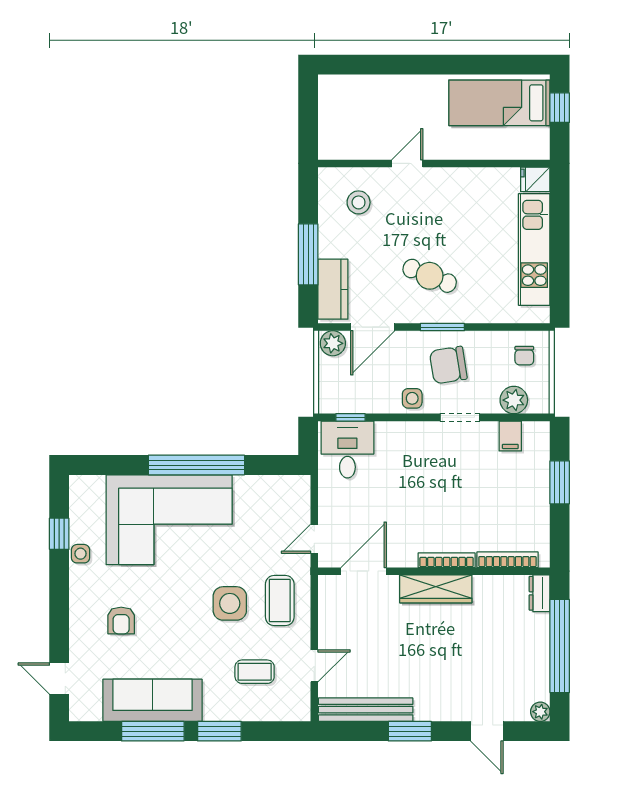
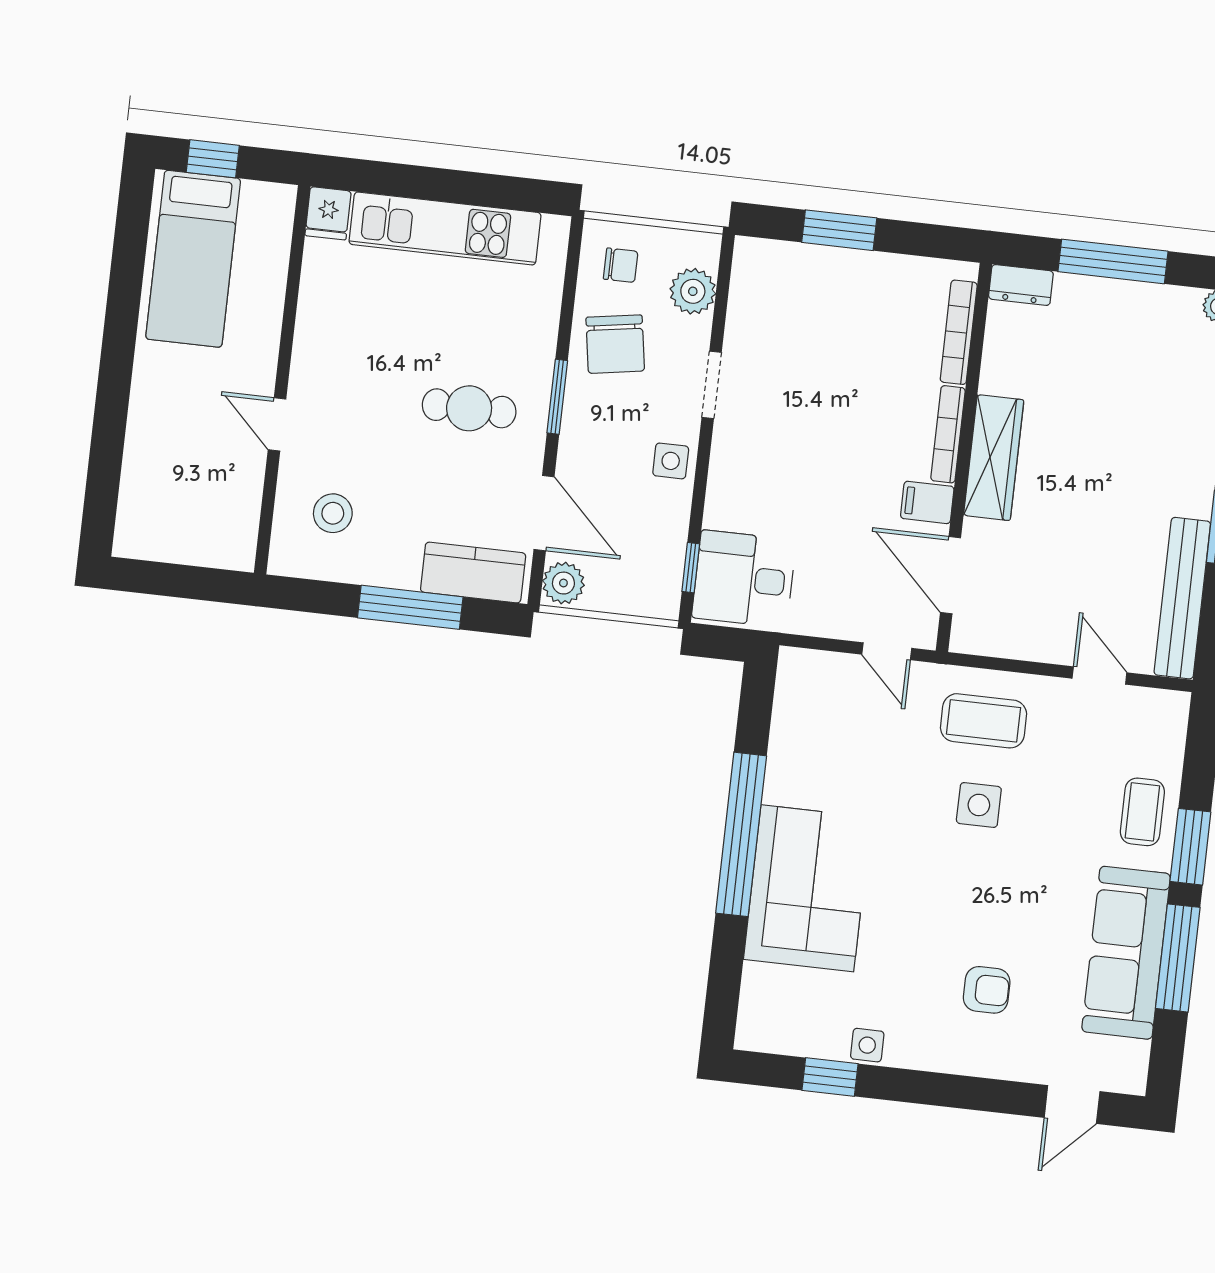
cafe table: (430, 276) -> (469, 408), turned 68
chair: (448, 365) -> (615, 344), moved
filing cabinet: (510, 436) -> (927, 502), moved, turned 180
corner sofa: (169, 520) -> (807, 888), width x0.73, depth x0.74
side table: (230, 603) -> (979, 805), width x0.73, depth x0.73
window: (560, 646) -> (1113, 261), width x0.68
coffee table: (255, 672) -> (1142, 812), moved

